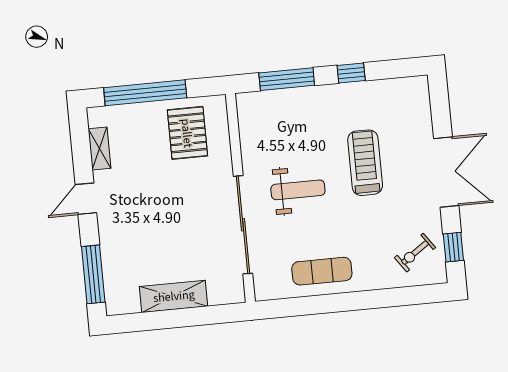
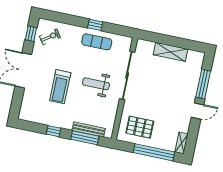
bench: (285, 97) -> (89, 129), added
pallet: (187, 133) -> (140, 127), turned 90
shelving: (99, 149) -> (182, 143), moved
window: (93, 274) -> (203, 84), moved
window: (335, 303) -> (95, 25), added

